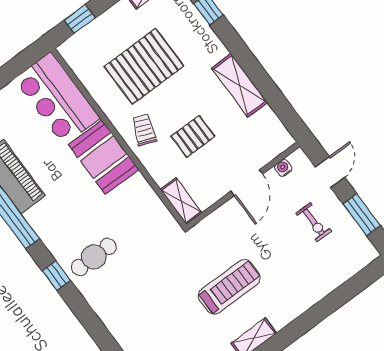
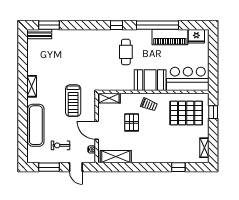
pallet: (144, 66) -> (186, 113), moved, turned 90
shelving: (239, 85) -> (116, 157), moved
cafe table: (94, 257) -> (126, 52), moved
exercise mat: (311, 285) -> (36, 125), added
treadmill: (229, 287) -> (73, 101), moved

